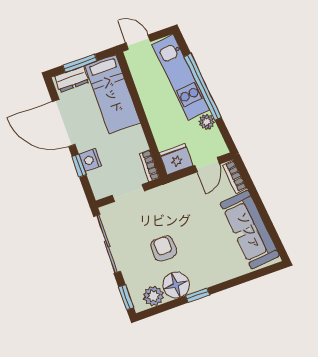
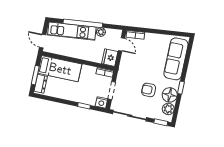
door: (138, 42) -> (43, 41), hinge flipped
door: (64, 123) -> (59, 101), removed
nightstand: (90, 160) -> (101, 102), moved
sofa: (250, 230) -> (176, 59), moved, turned 96

